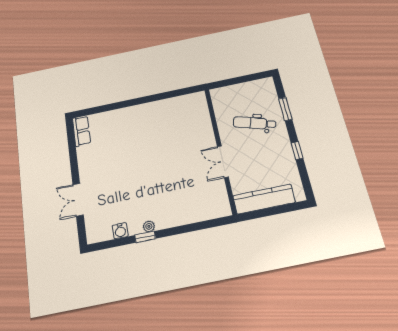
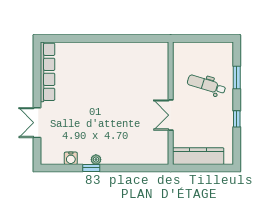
row of seats: (81, 131) -> (48, 72), width x2.02

